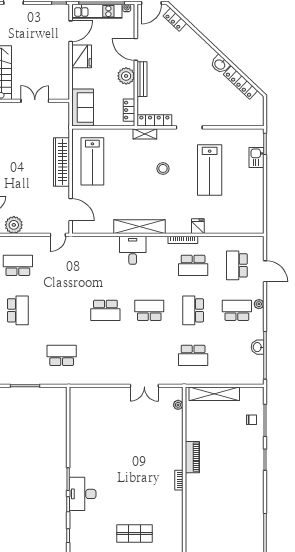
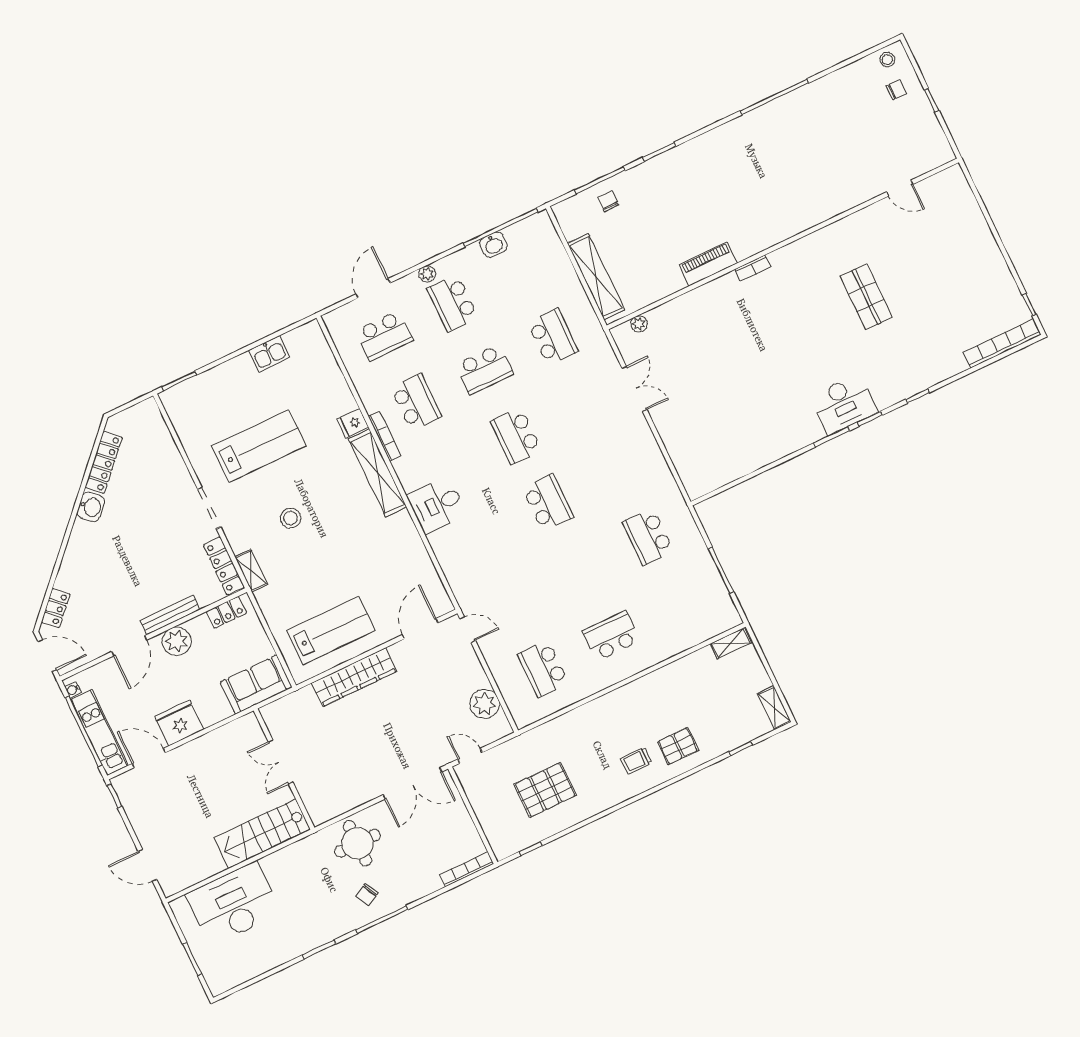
kitchen sink: (256, 157) -> (269, 354), moved
shelving: (139, 227) -> (378, 473), moved

